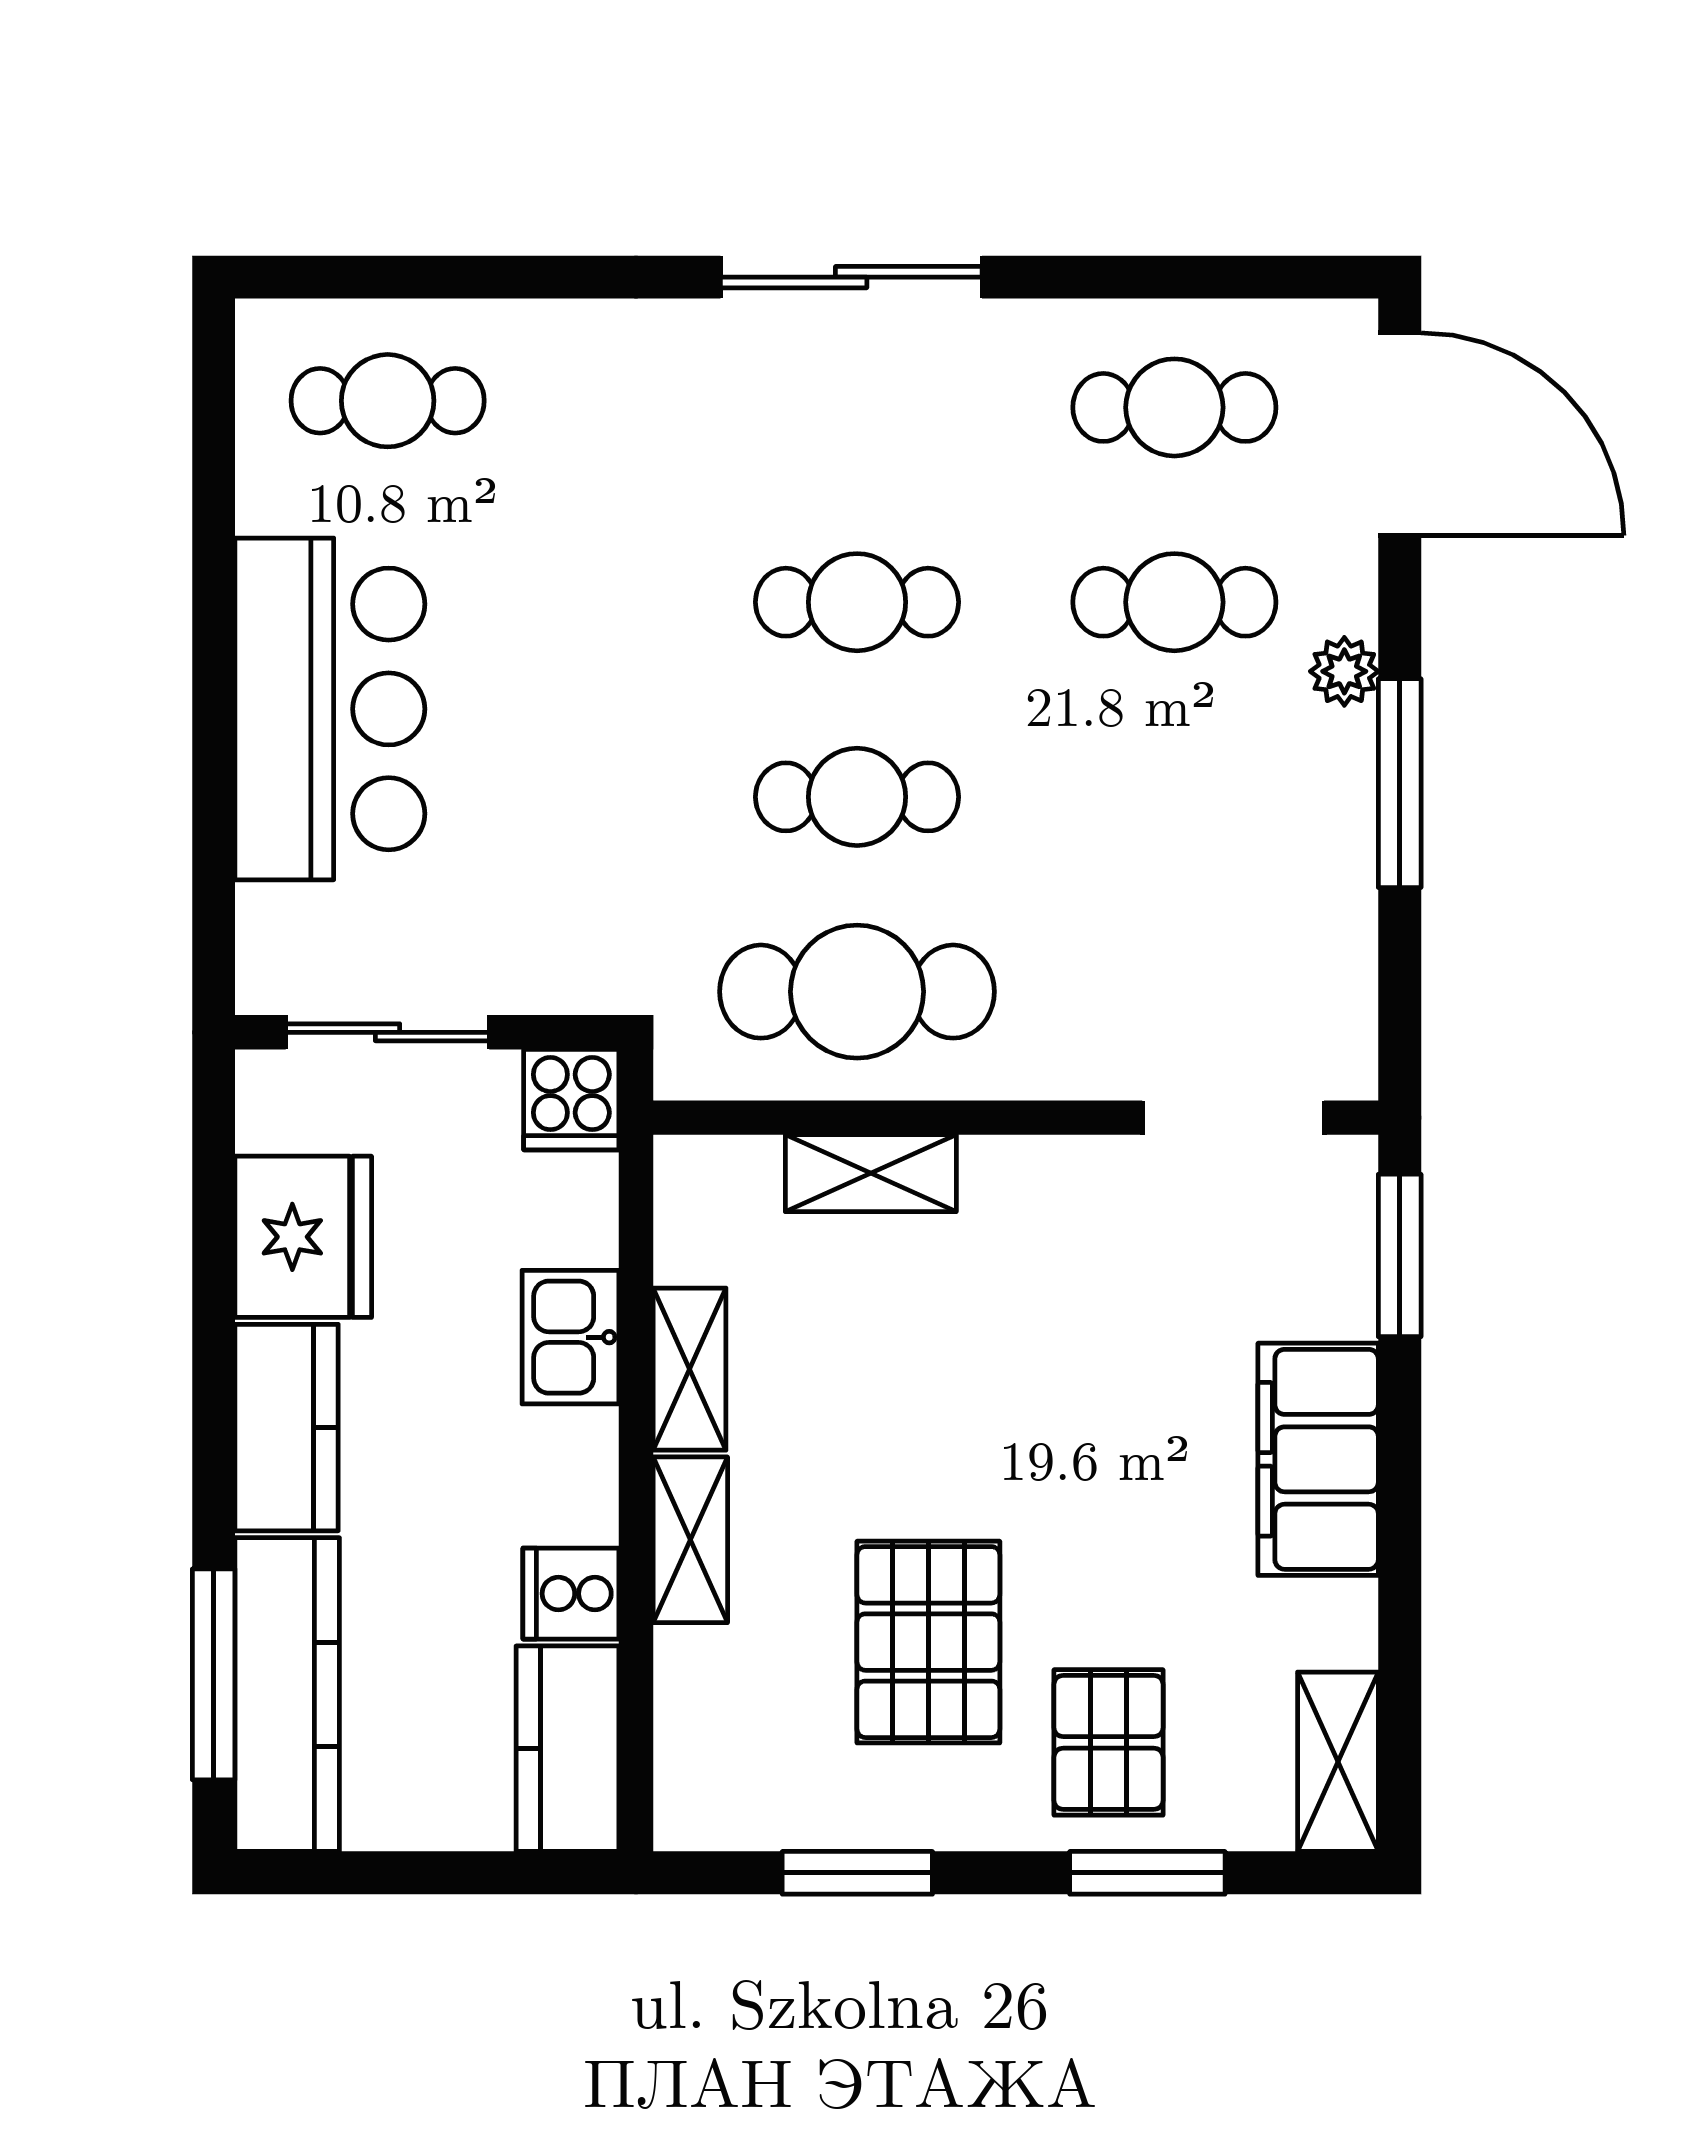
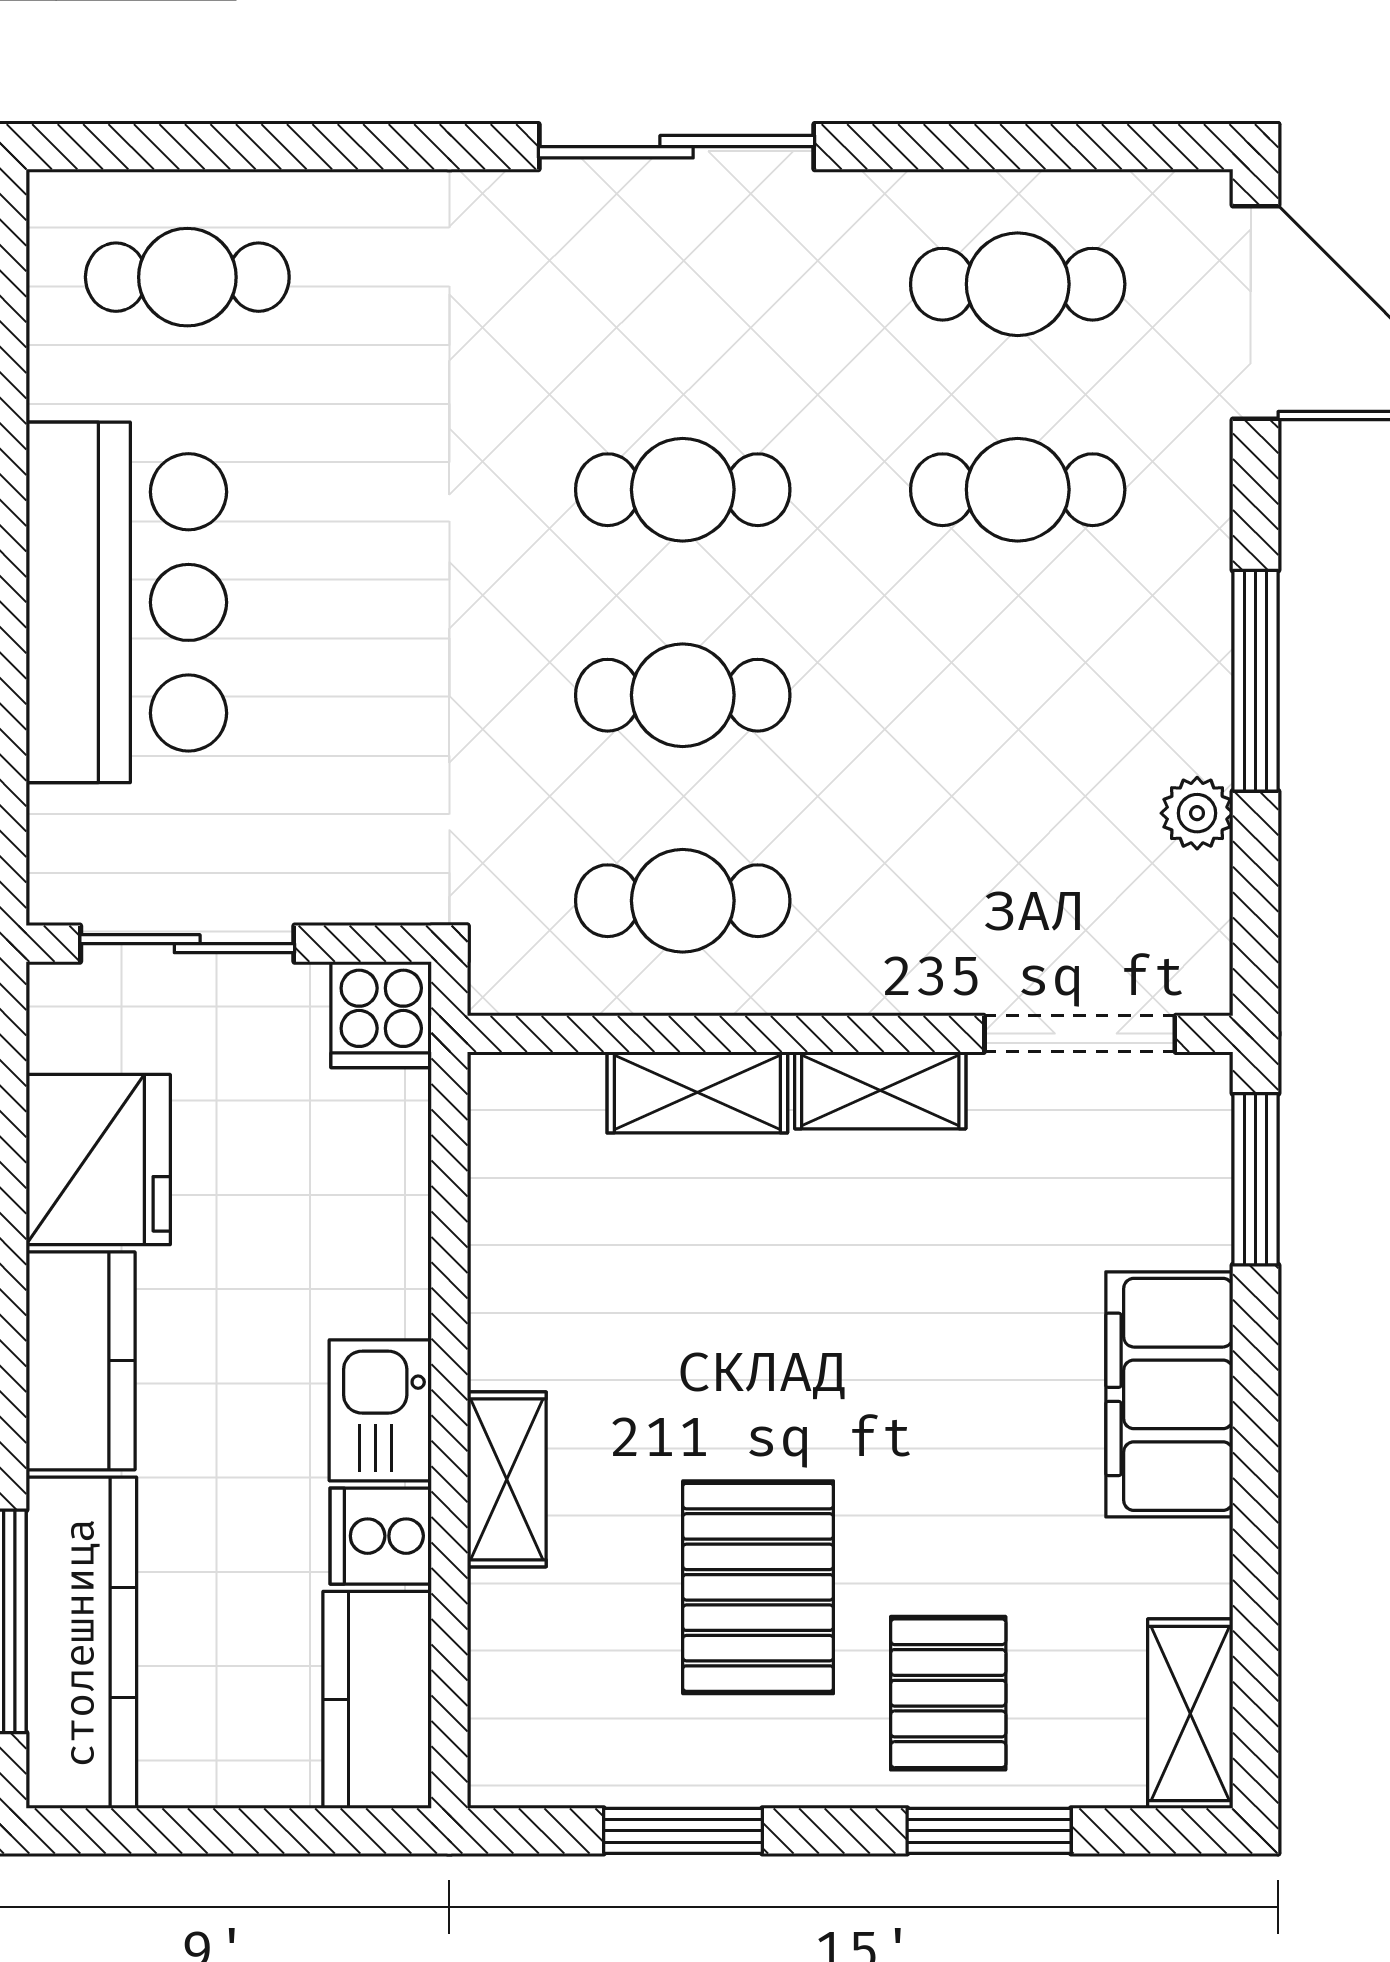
plant: (1344, 671) -> (1197, 813), moved
cafe table: (857, 992) -> (683, 901), width x0.73, depth x0.74
kitchen sink: (570, 1337) -> (380, 1410), moved
shelving: (690, 1369) -> (880, 1090), moved, turned 90

